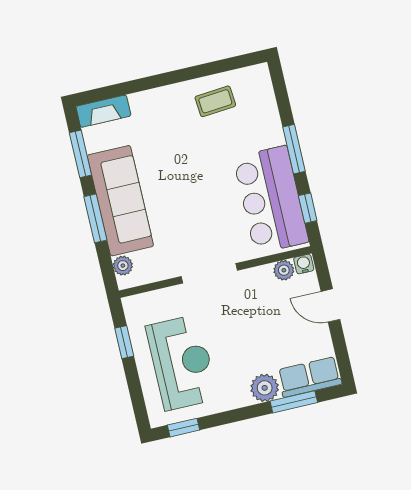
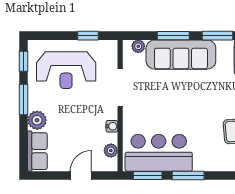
window: (308, 208) -> (148, 176), width x1.50
water cooler: (304, 264) -> (112, 126), moved
doorway: (209, 273) -> (120, 88), moved
window: (294, 402) -> (23, 99), moved

